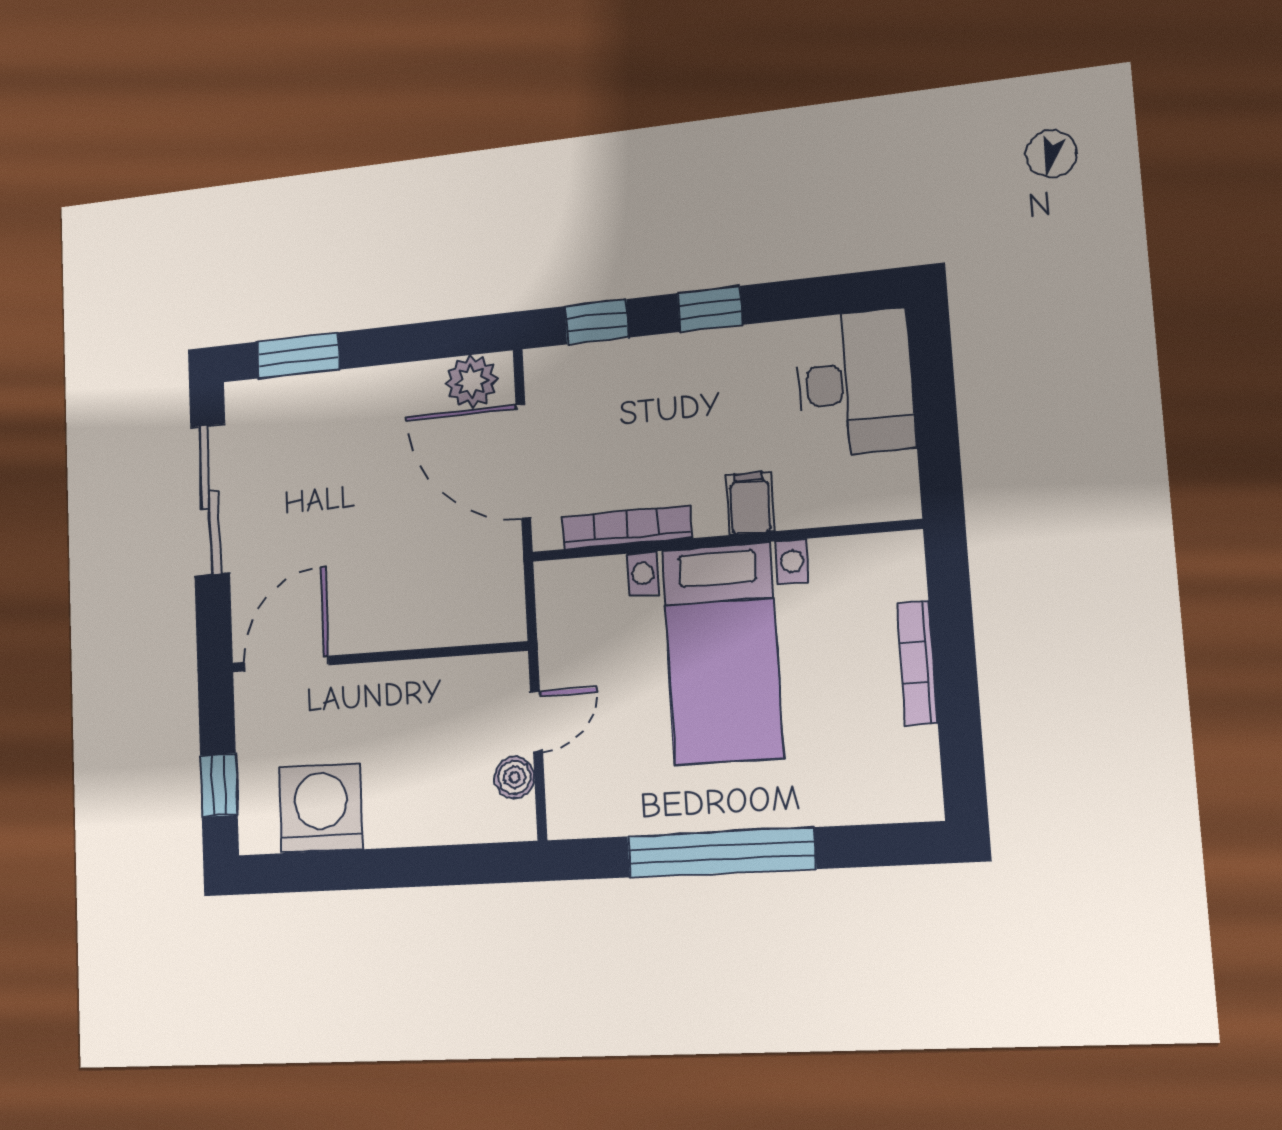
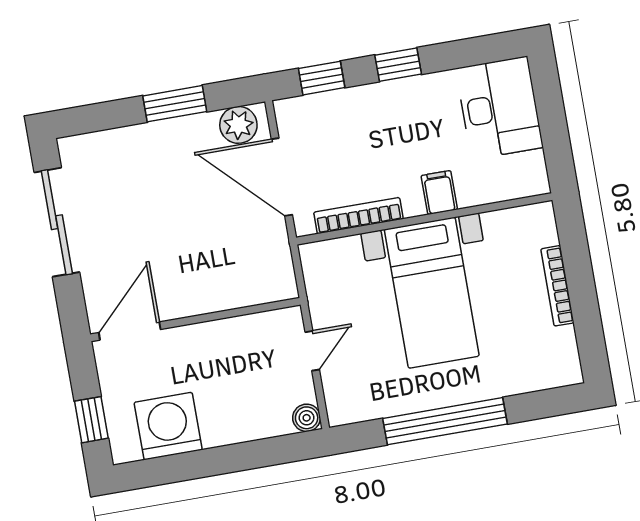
window: (298, 355) -> (175, 104), moved
boiler: (514, 777) -> (307, 418), moved

